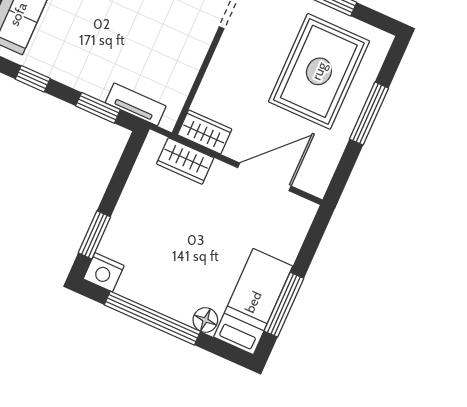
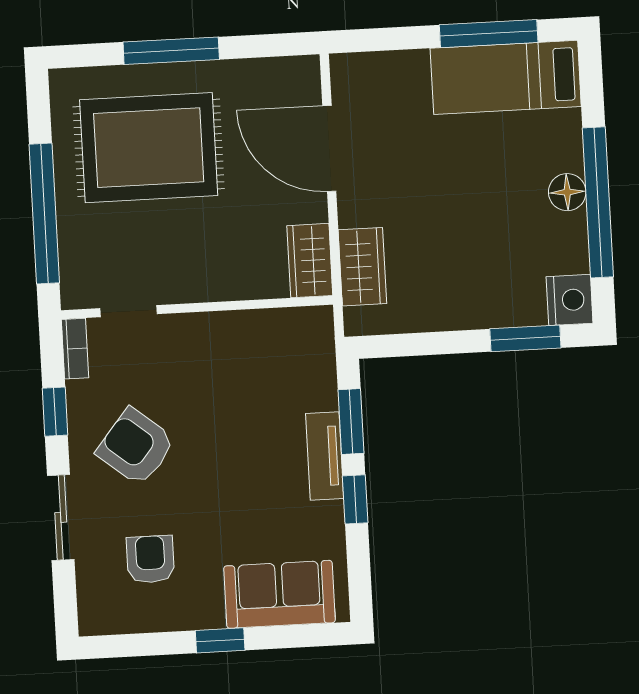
window: (33, 79) -> (355, 499), moved
tv unit: (136, 104) -> (325, 456), moved
floor lamp: (205, 320) -> (567, 192), moved

